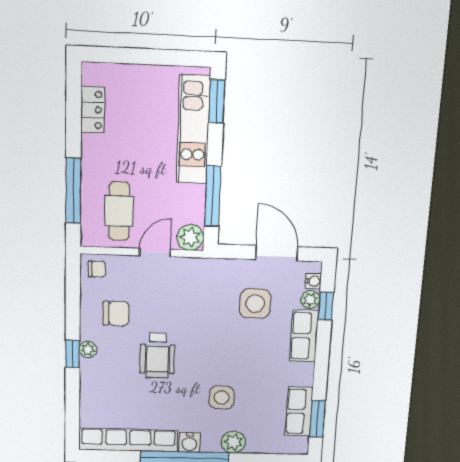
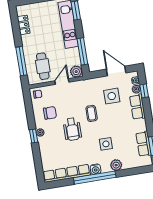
coffee table: (205, 331) -> (92, 113), added

